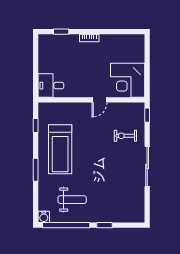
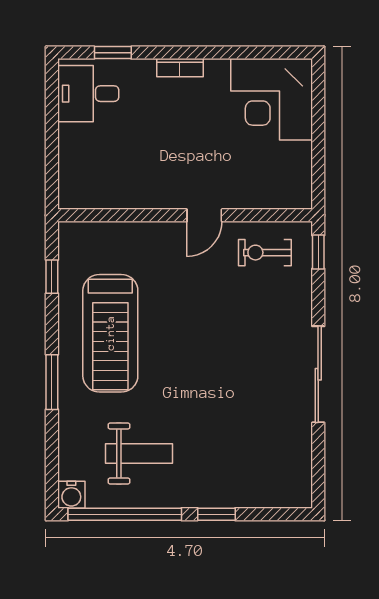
corner desk: (128, 80) -> (272, 99), moved
desk: (51, 86) -> (88, 94), moved
exercise bike: (125, 136) -> (265, 253), moved

